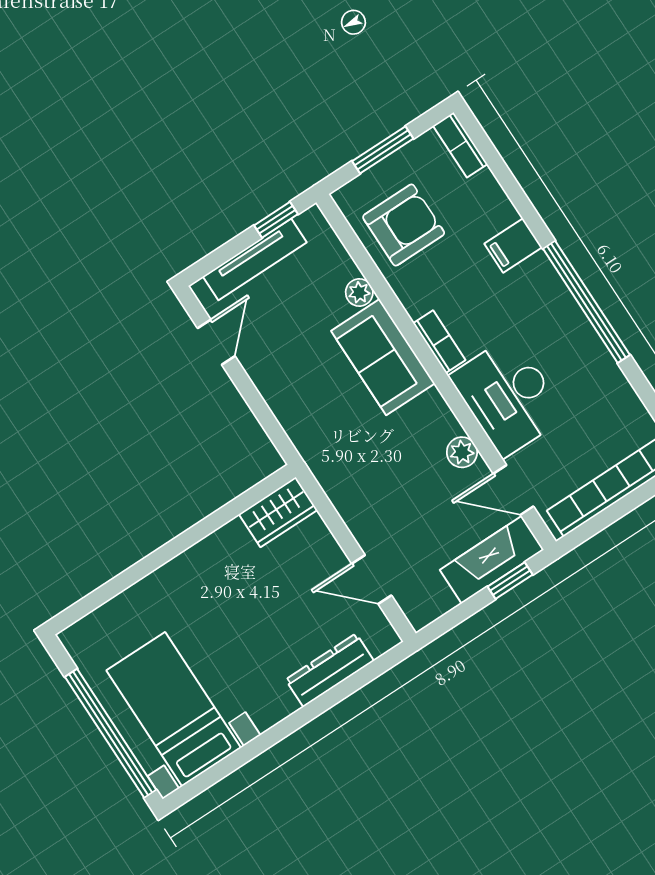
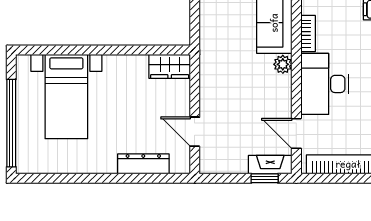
plant: (462, 452) -> (283, 64), moved
fireplace: (492, 560) -> (270, 165), width x0.73, depth x0.76
bed with nightstands: (174, 709) -> (66, 97), moved, turned 180

